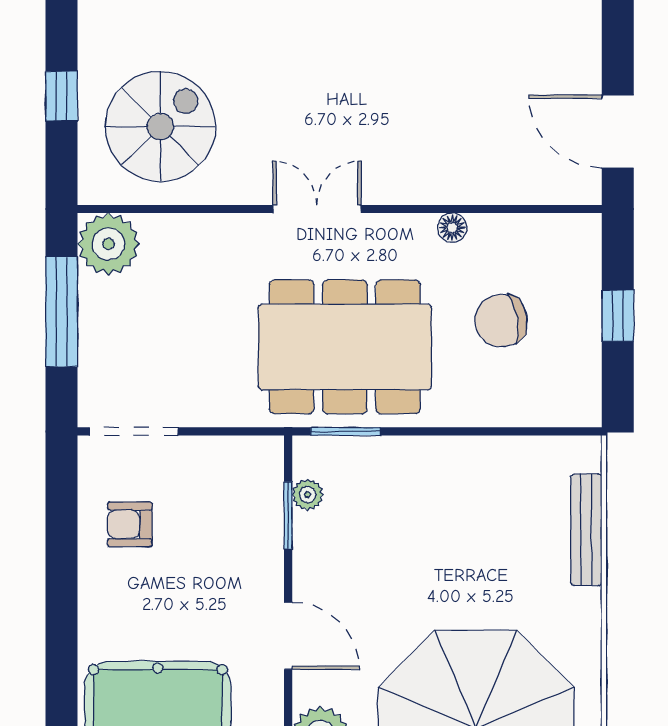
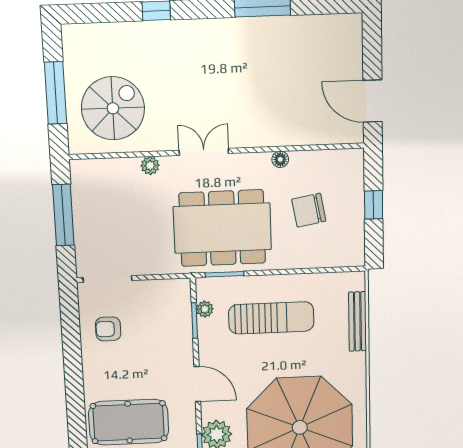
window: (62, 96) -> (56, 93), width x2.17
plant: (108, 244) -> (150, 166), moved, width x0.53, depth x0.53
sun lounger: (428, 516) -> (271, 318), added

